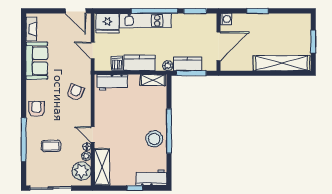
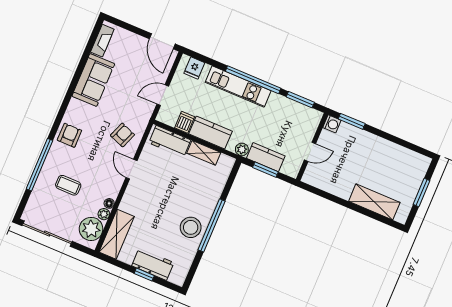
window: (257, 11) -> (352, 121), moved
fridge: (107, 23) -> (194, 68), width x0.53, depth x0.75
door: (219, 46) -> (310, 152), width x0.53
door: (93, 50) -> (163, 95), hinge flipped
shelving: (281, 63) -> (374, 202), width x0.68
window: (191, 73) -> (265, 170), width x0.69
shelving: (153, 80) -> (204, 153), moved
door: (93, 135) -> (131, 169), moved
workbench: (151, 178) -> (153, 264), moved

